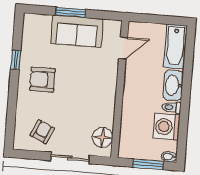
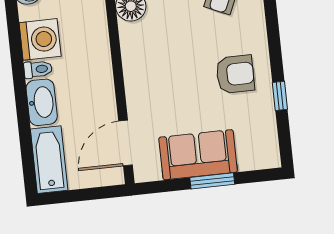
door: (123, 48) -> (125, 143), width x1.38

